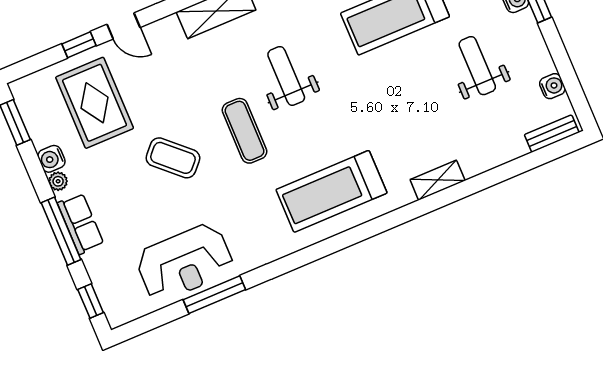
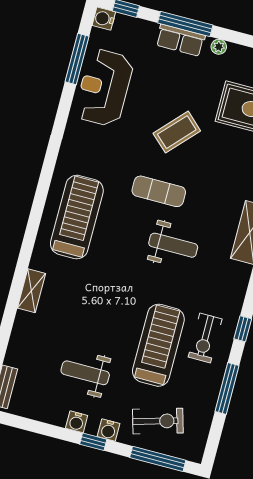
weight bench: (477, 66) -> (85, 373), turned 180
water cooler: (552, 86) -> (77, 422), moved
water cooler: (51, 159) -> (104, 19), moved, turned -90
window: (214, 295) -> (77, 59), moved

